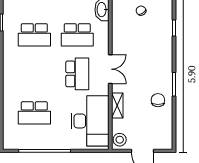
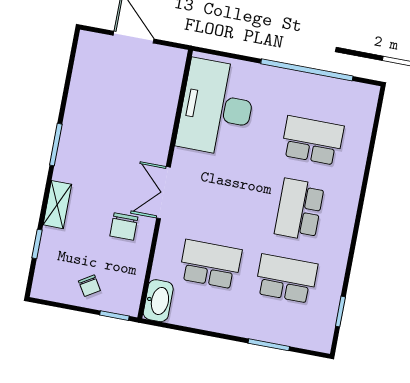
school desk: (77, 74) -> (299, 209), moved
chair: (158, 100) -> (124, 226), moved
shelving: (117, 106) -> (57, 205), moved
stool: (120, 140) -> (170, 65), removed

